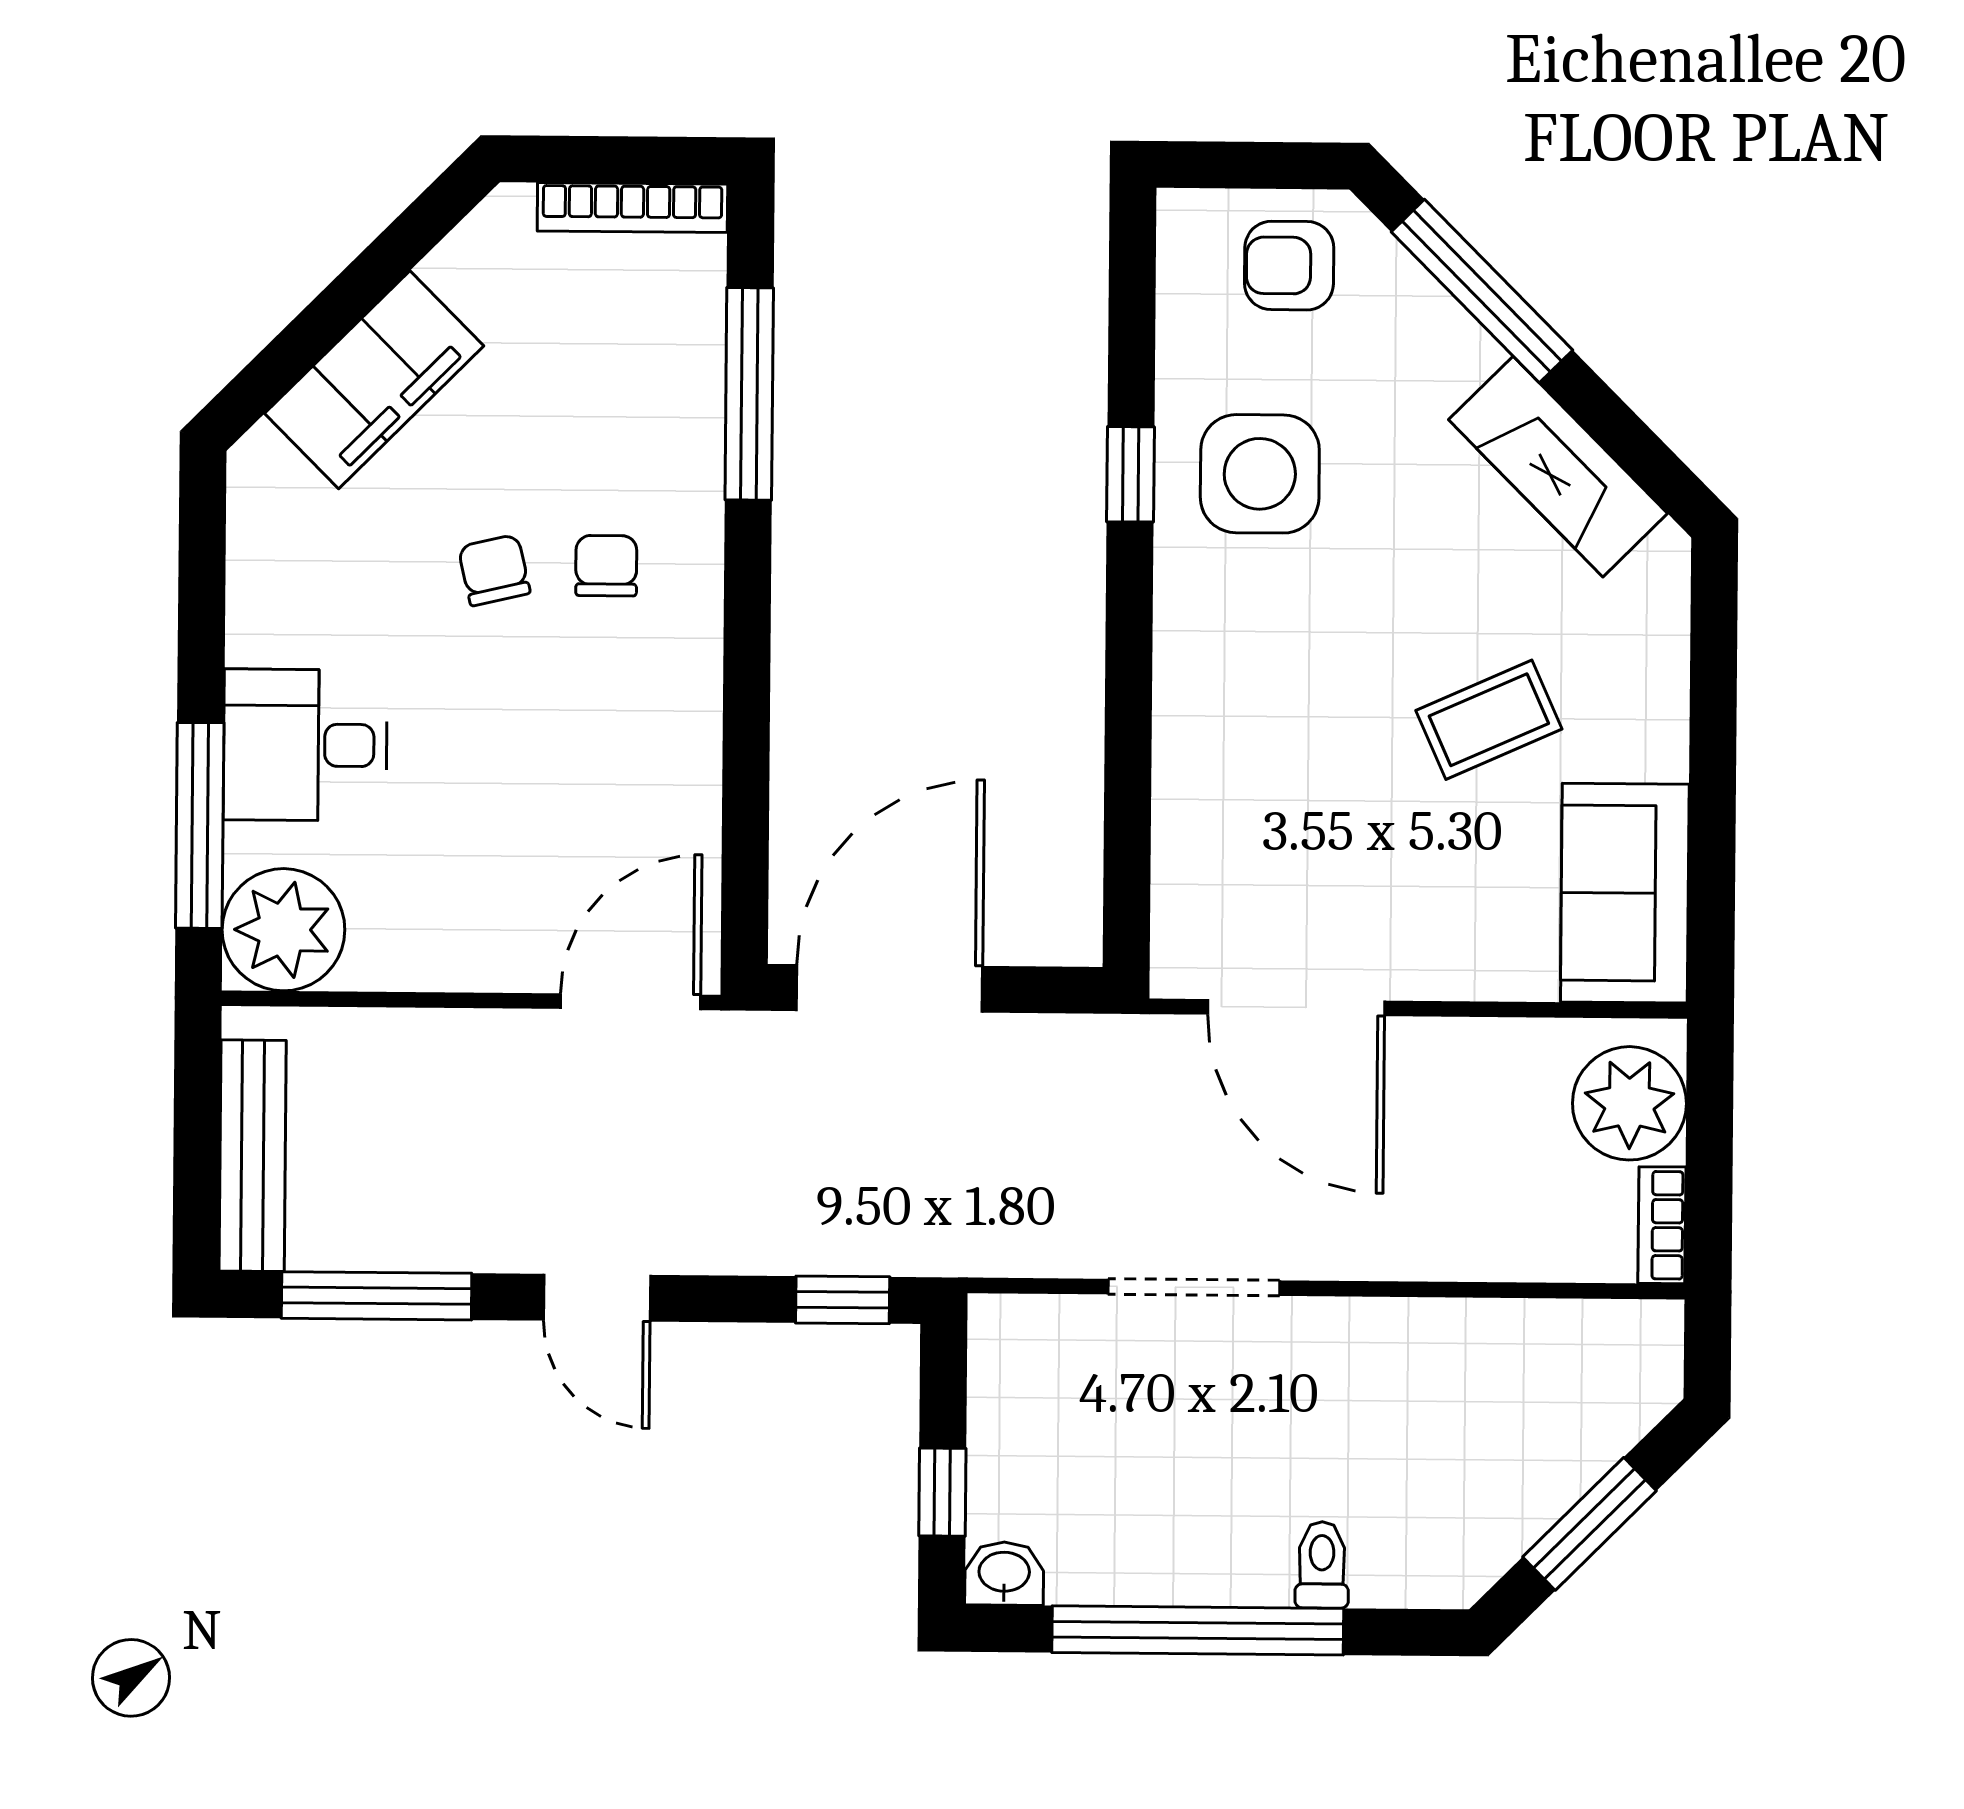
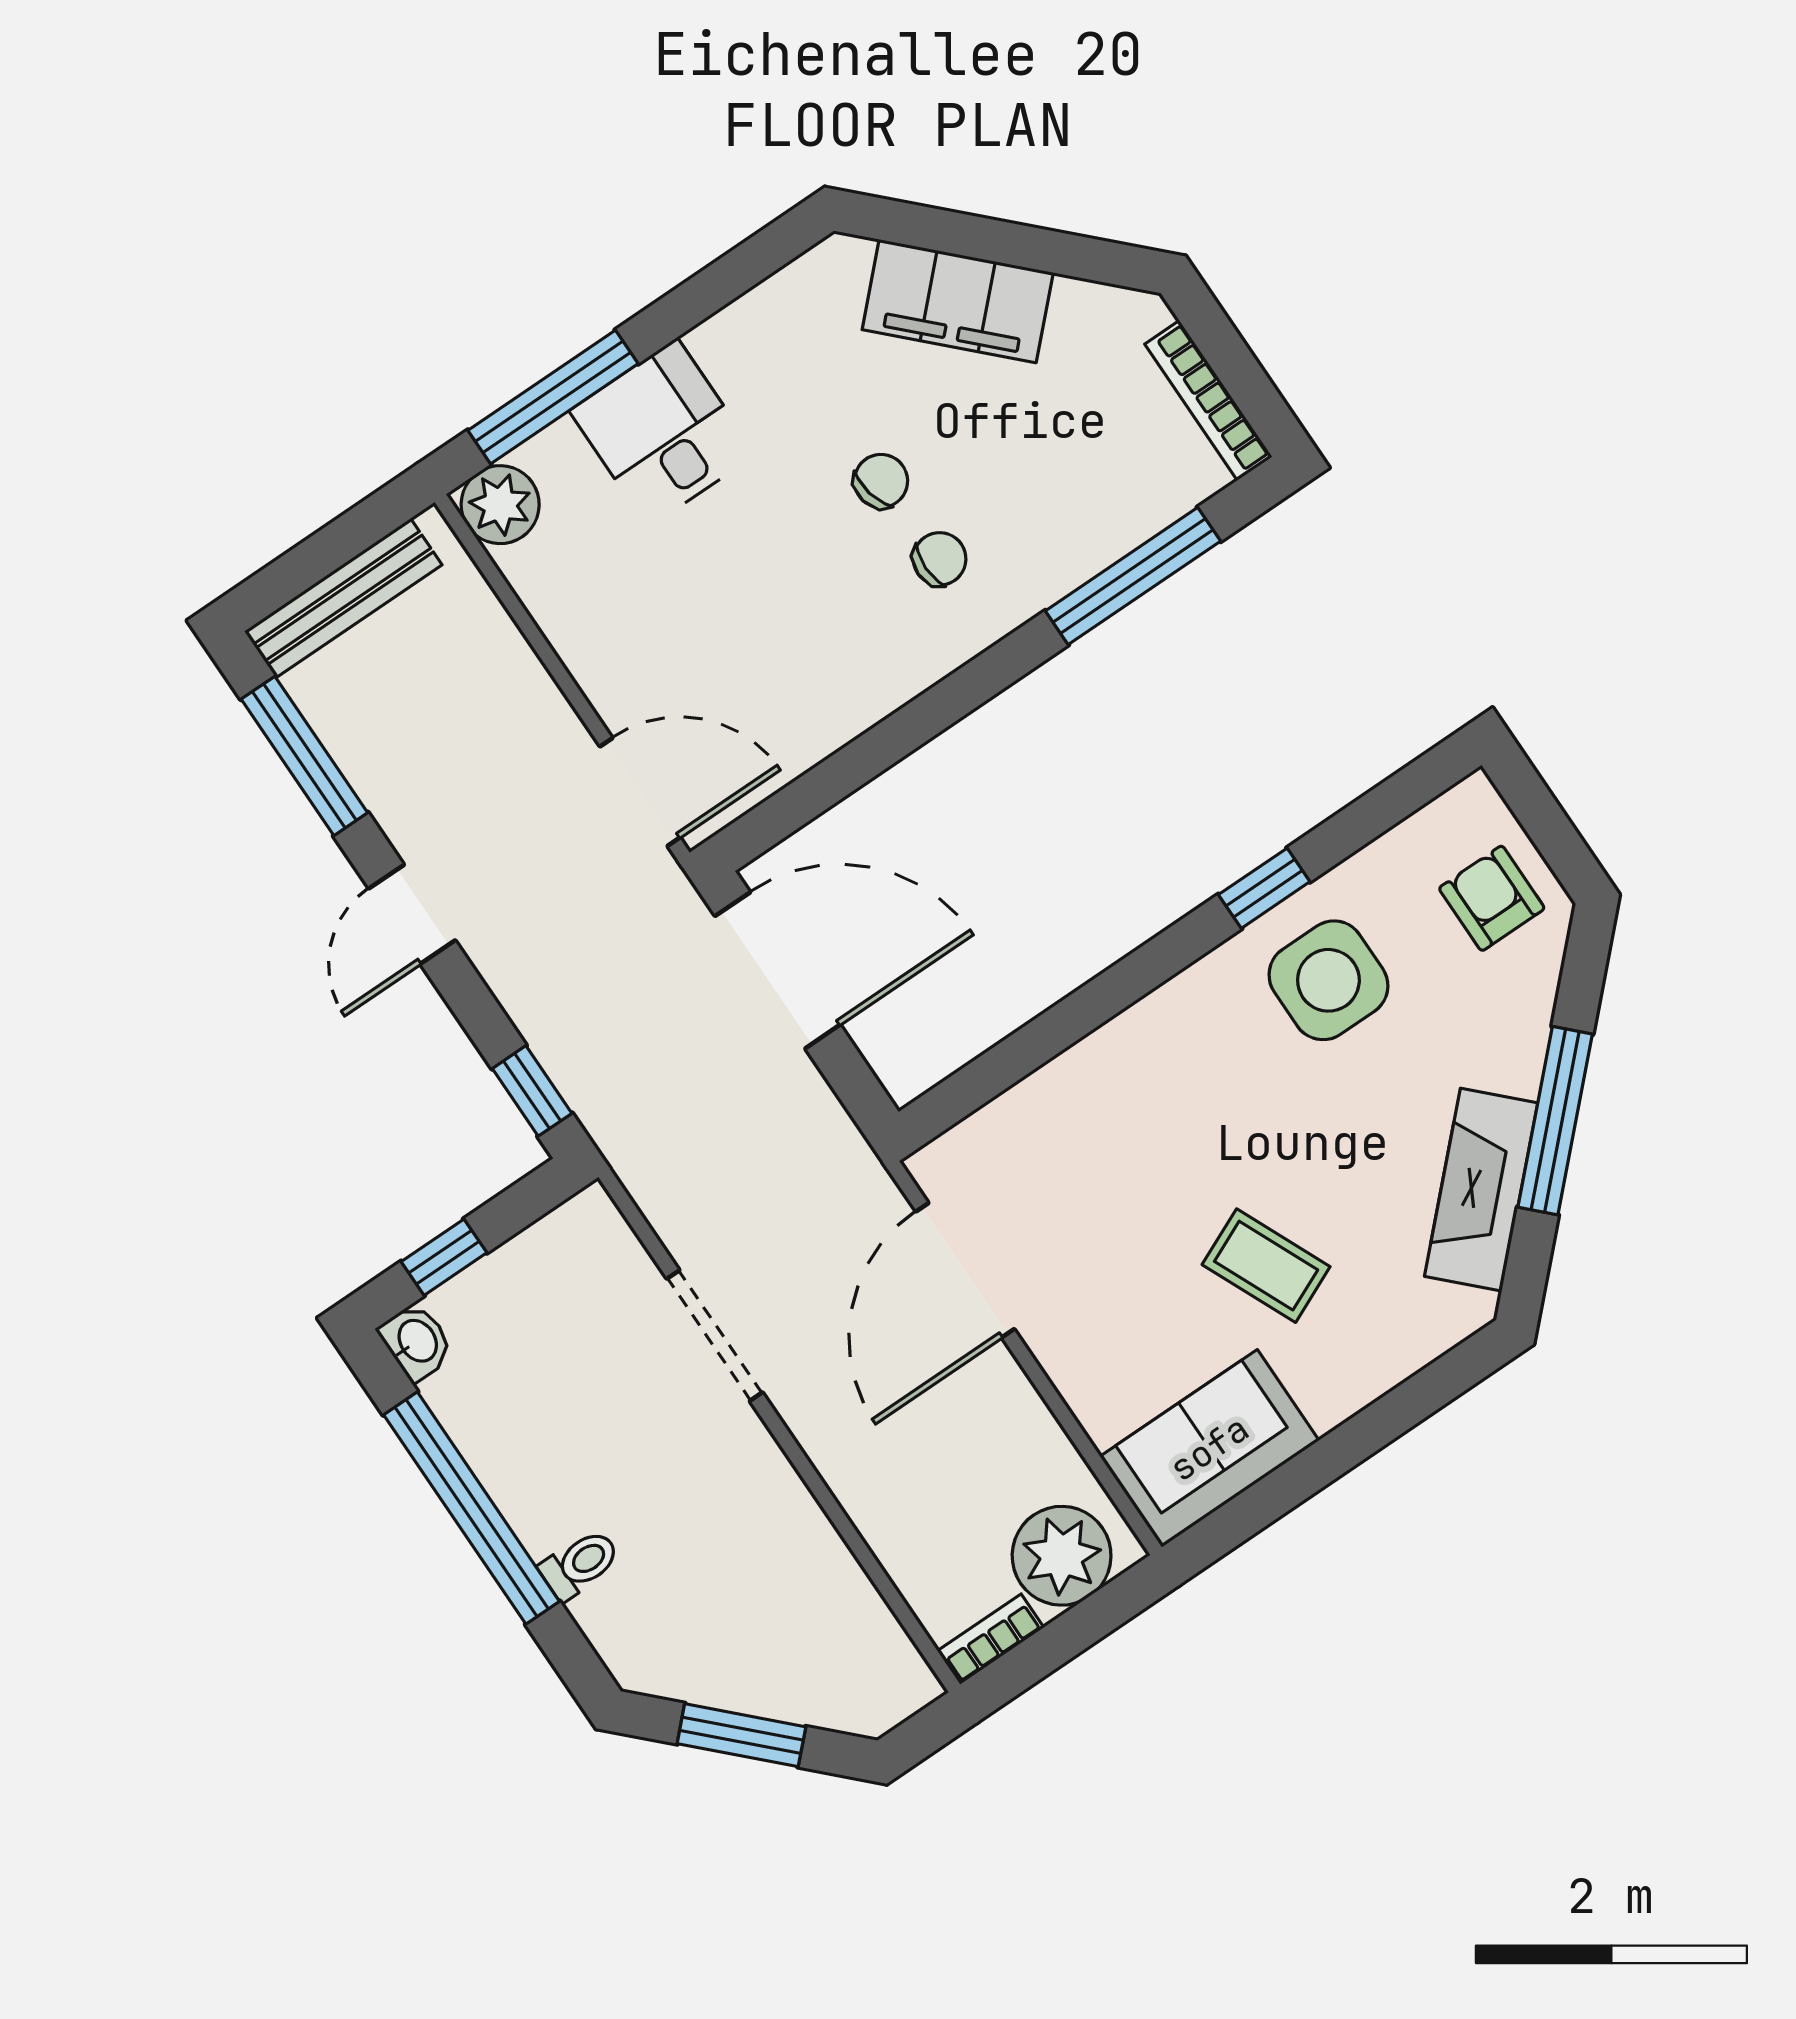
window: (1482, 291) -> (1555, 1121), moved
plant: (283, 930) -> (500, 505), width x0.73, depth x0.73

